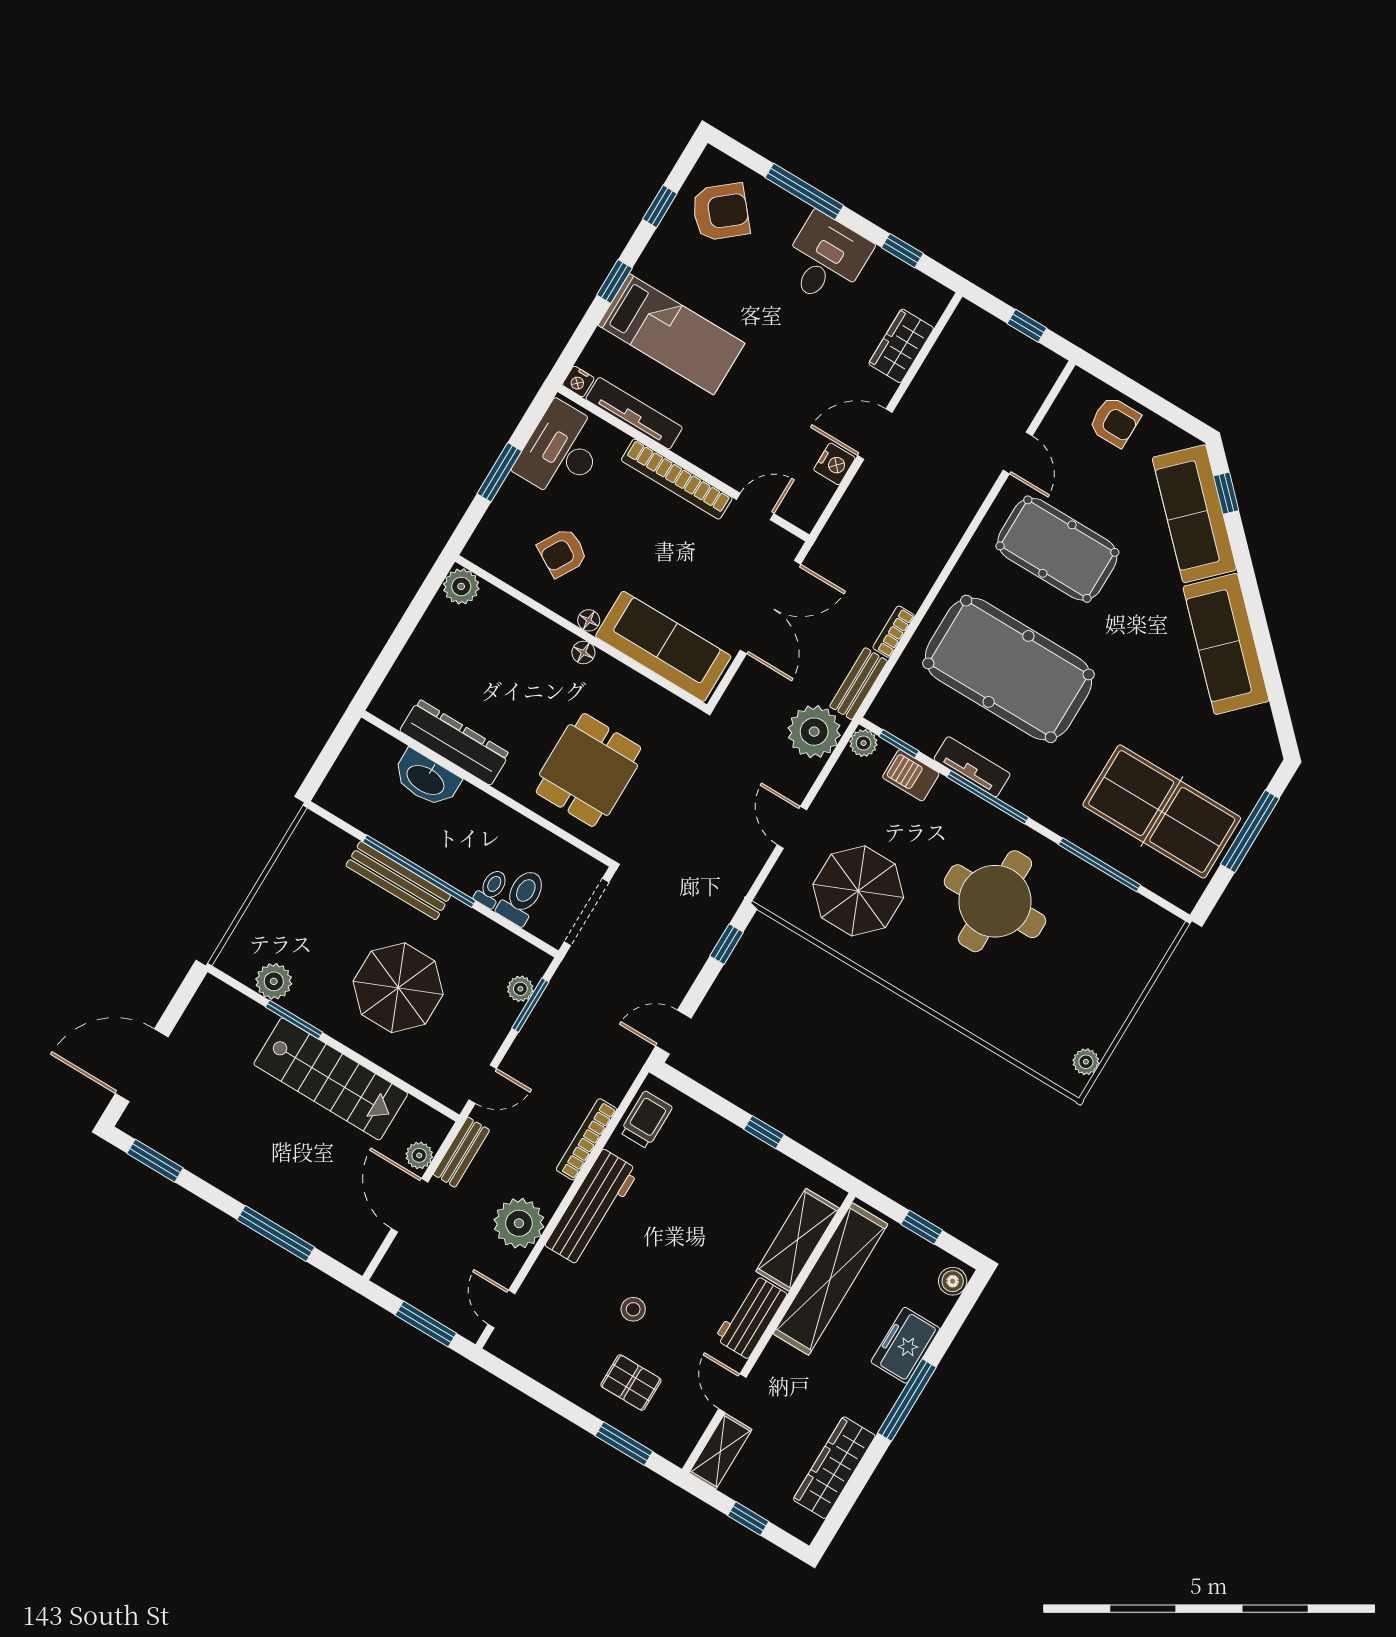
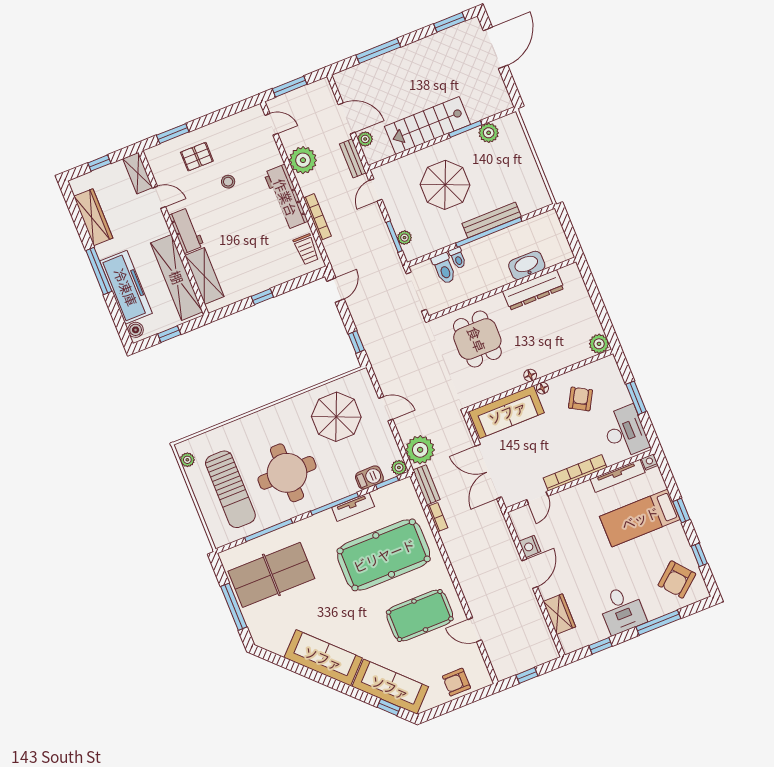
sun lounger: (1082, 966) -> (230, 489), added
freezer: (905, 1345) -> (126, 287), width x1.91, depth x1.26

